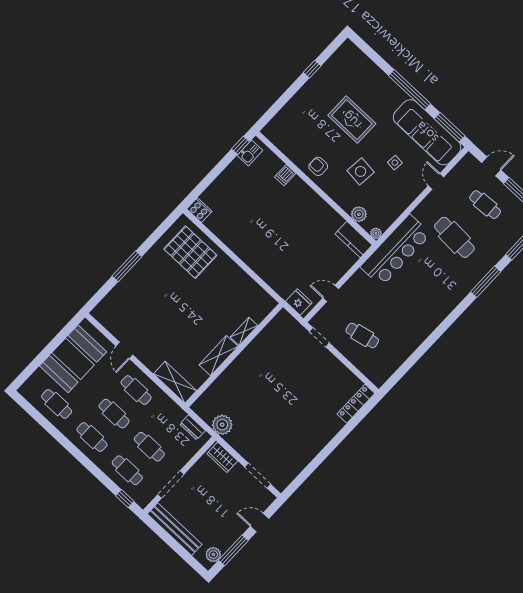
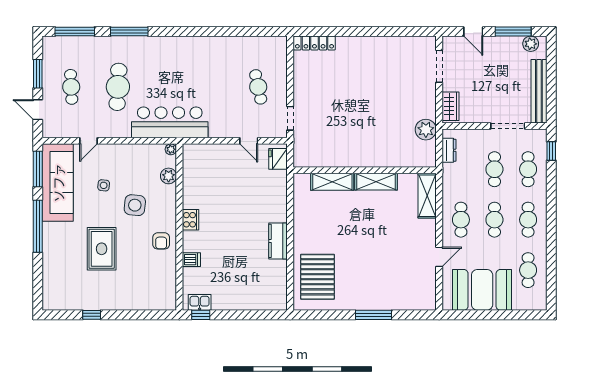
cooker: (199, 210) -> (190, 220), moved, turned 180
kitchen counter: (354, 240) -> (278, 241), moved, turned 180
shelving: (244, 331) -> (332, 182), width x1.50, depth x1.33

